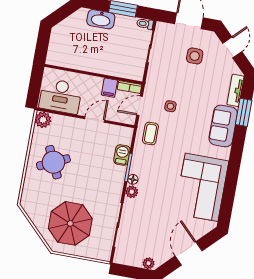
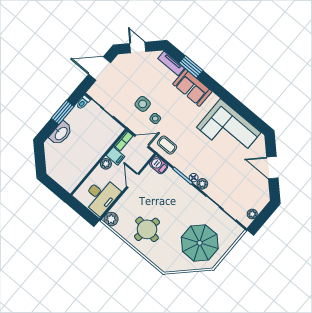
side table: (195, 56) -> (143, 104), moved
plant: (96, 83) -> (106, 164), added
door: (140, 106) -> (142, 141), swing flipped
barbecue: (122, 155) -> (159, 165), moved
round table: (53, 162) -> (147, 229), turned 34
plant: (149, 263) -> (252, 214), moved

